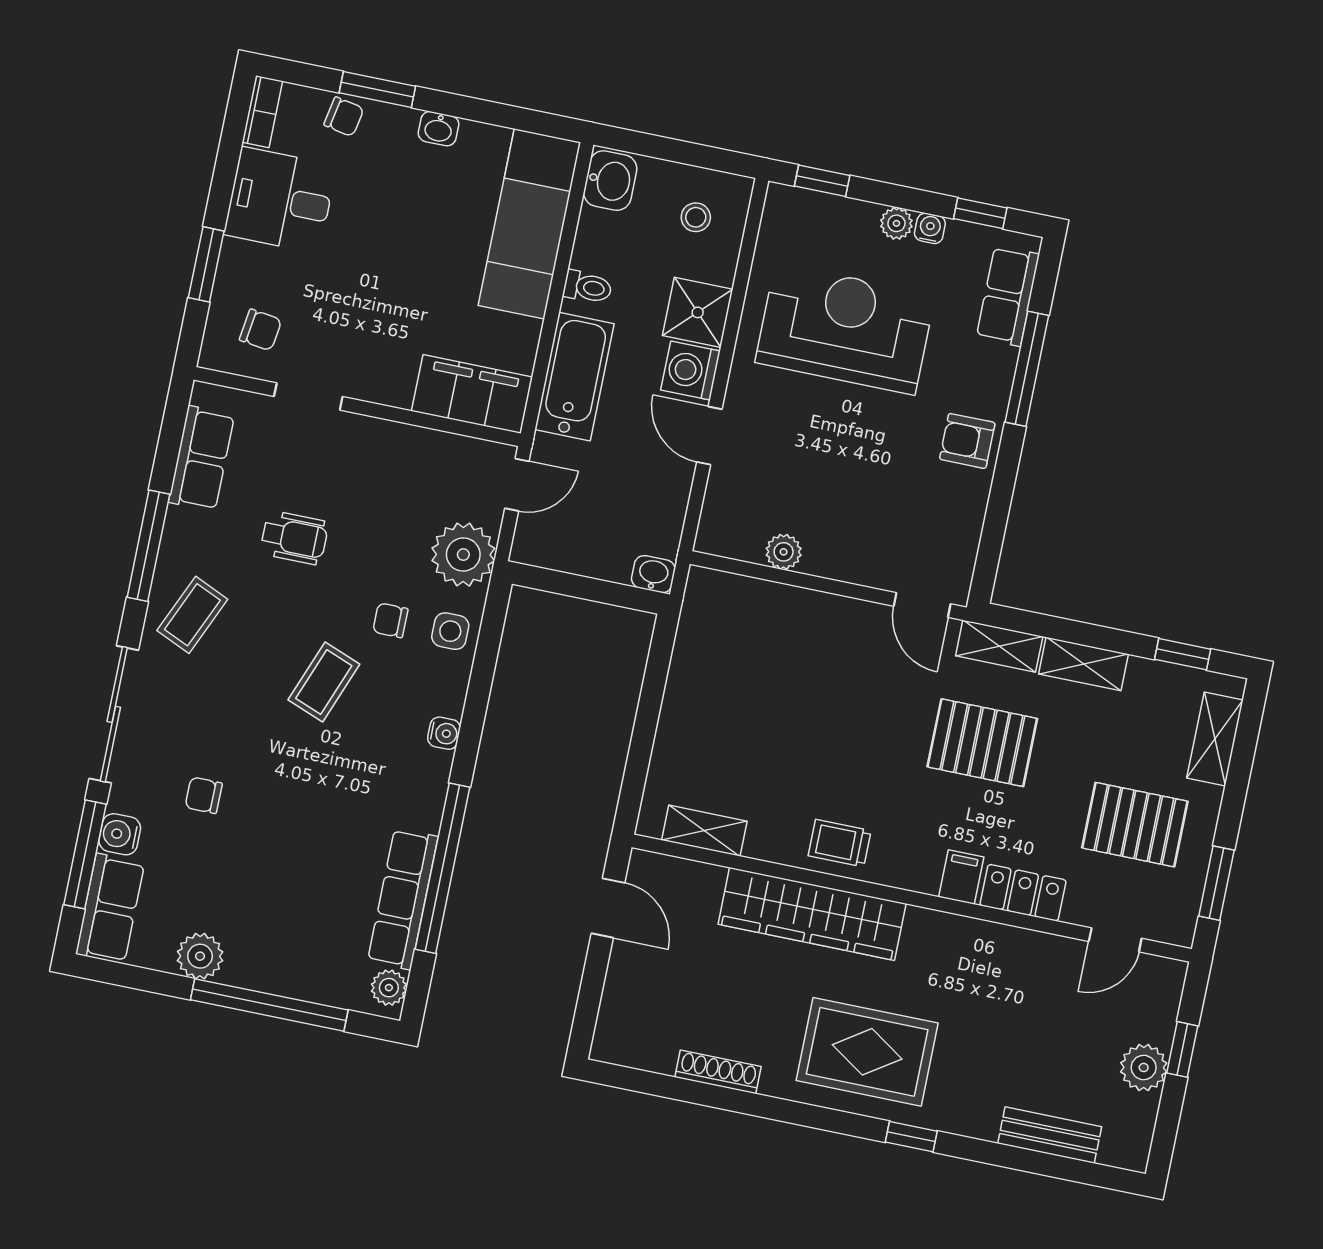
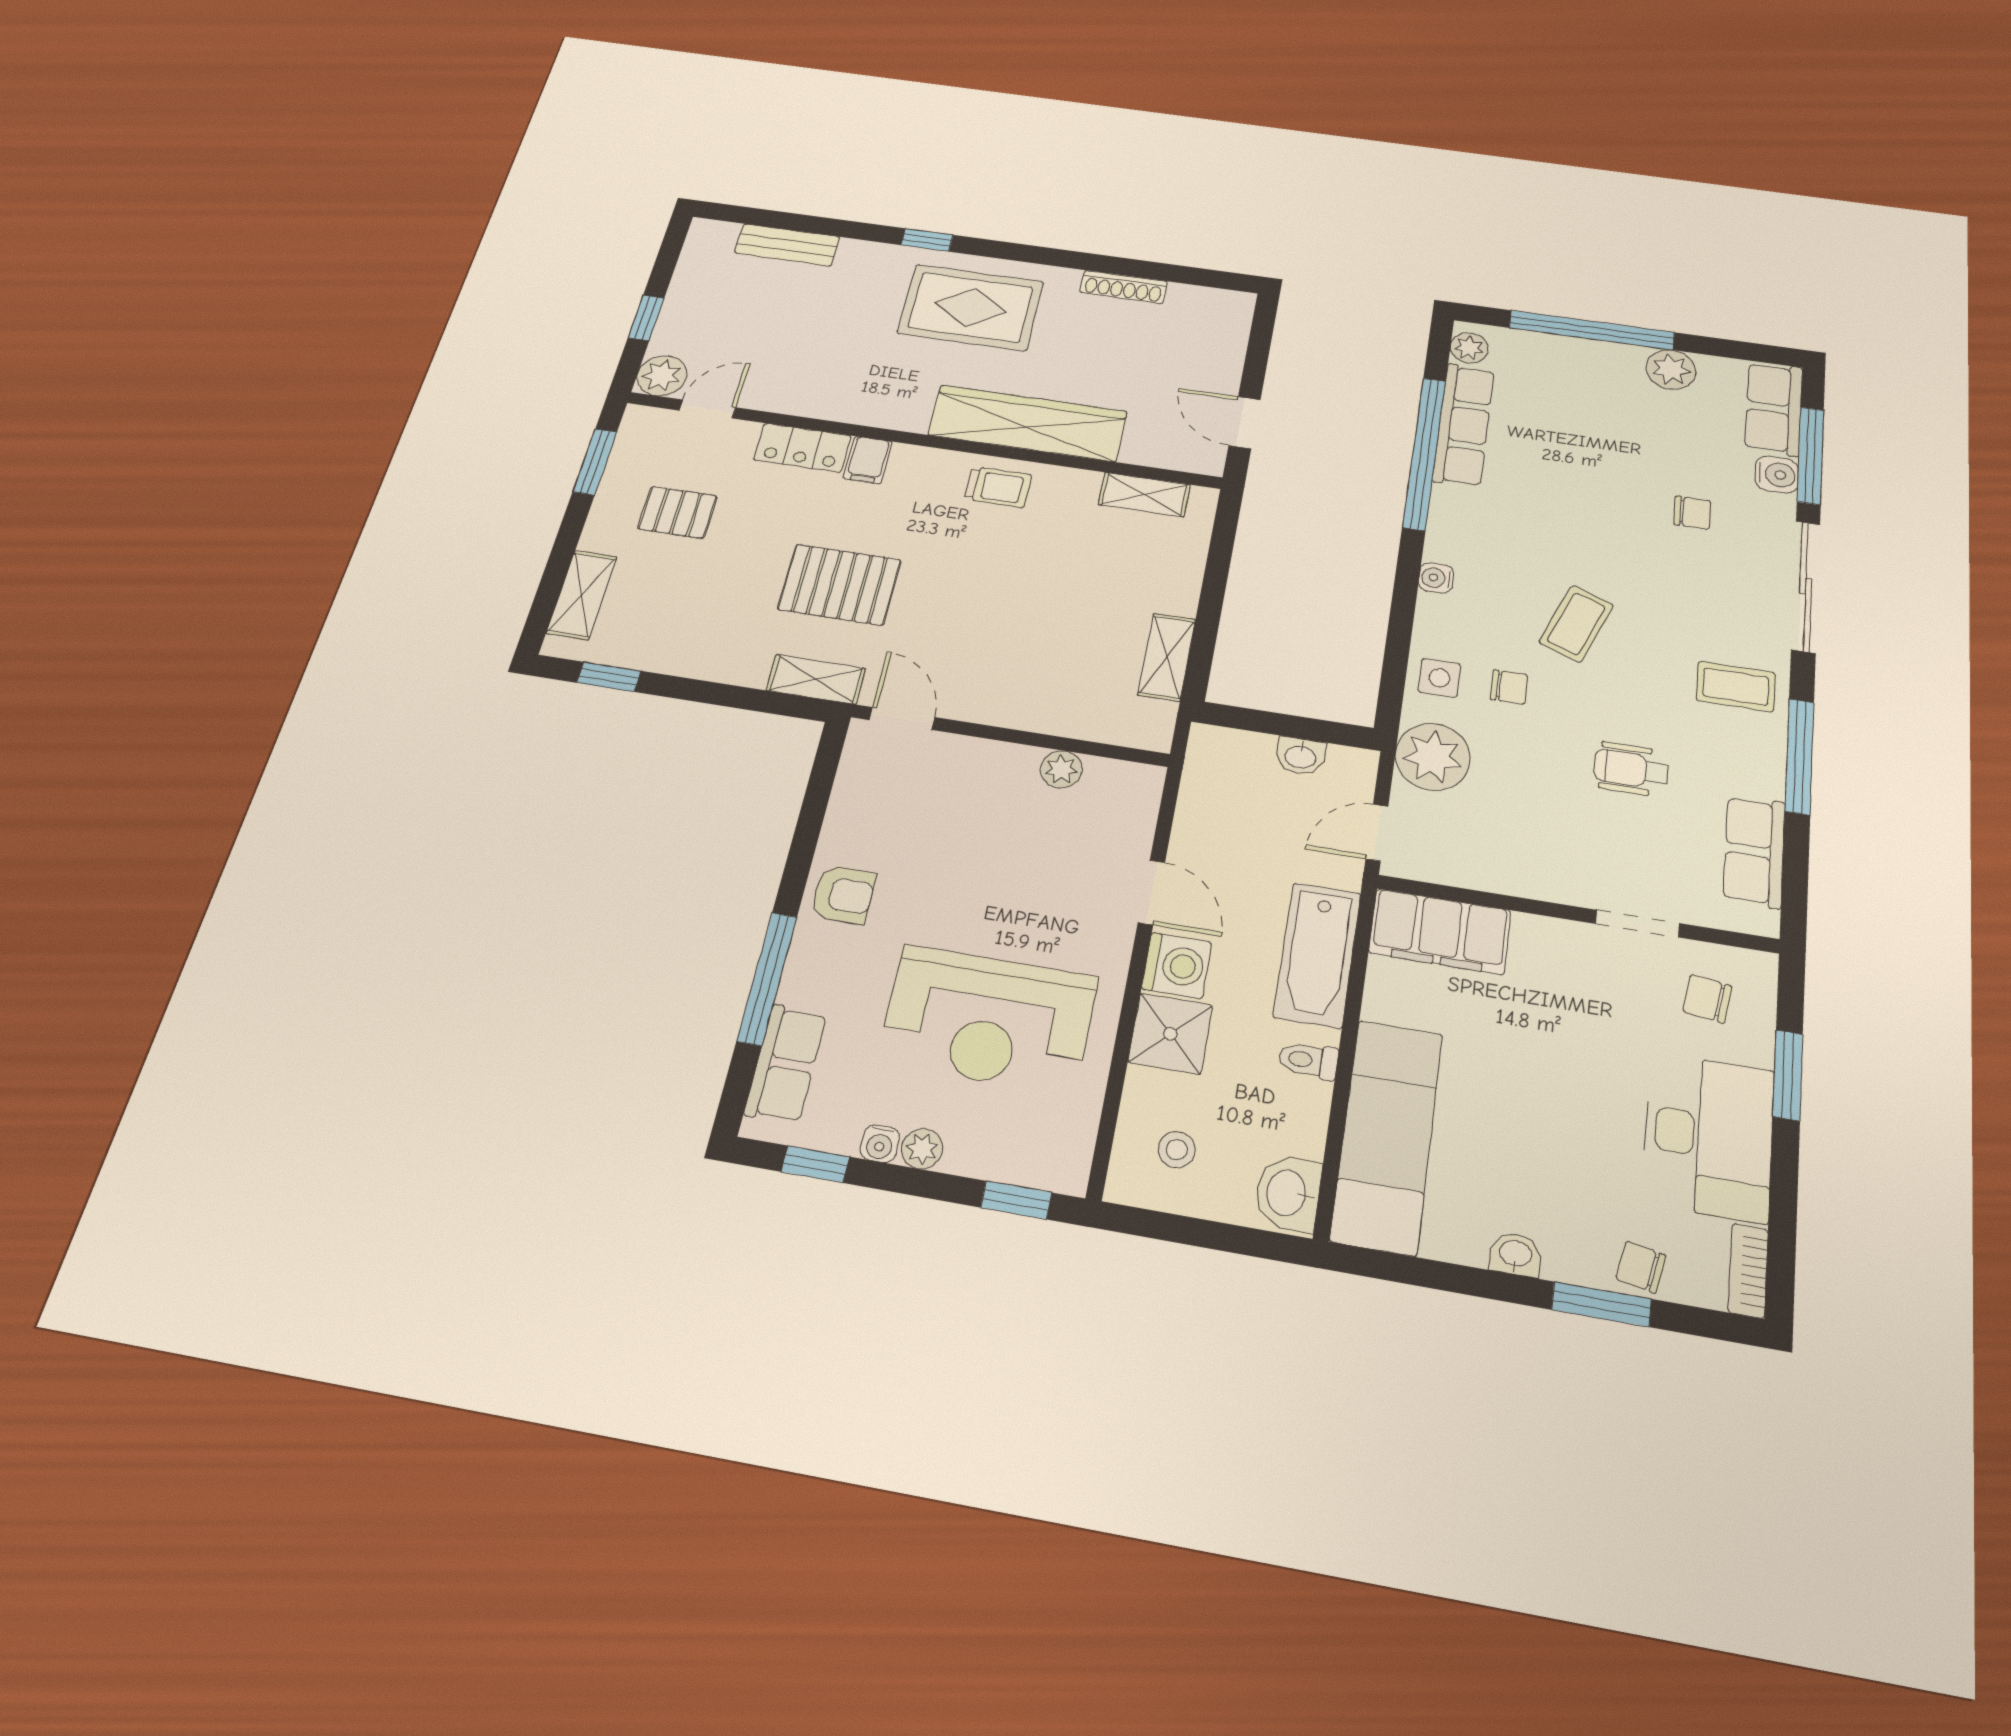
desk: (280, 200) -> (1708, 1136), width x1.37
washbasin: (653, 574) -> (1300, 756), moved
coffee table: (192, 615) -> (1736, 687), turned 66
shelving: (1084, 664) -> (1167, 657), moved, turned 90
pallet: (1135, 825) -> (677, 512), width x0.67, depth x0.71
plant: (1144, 1067) -> (662, 376), moved

